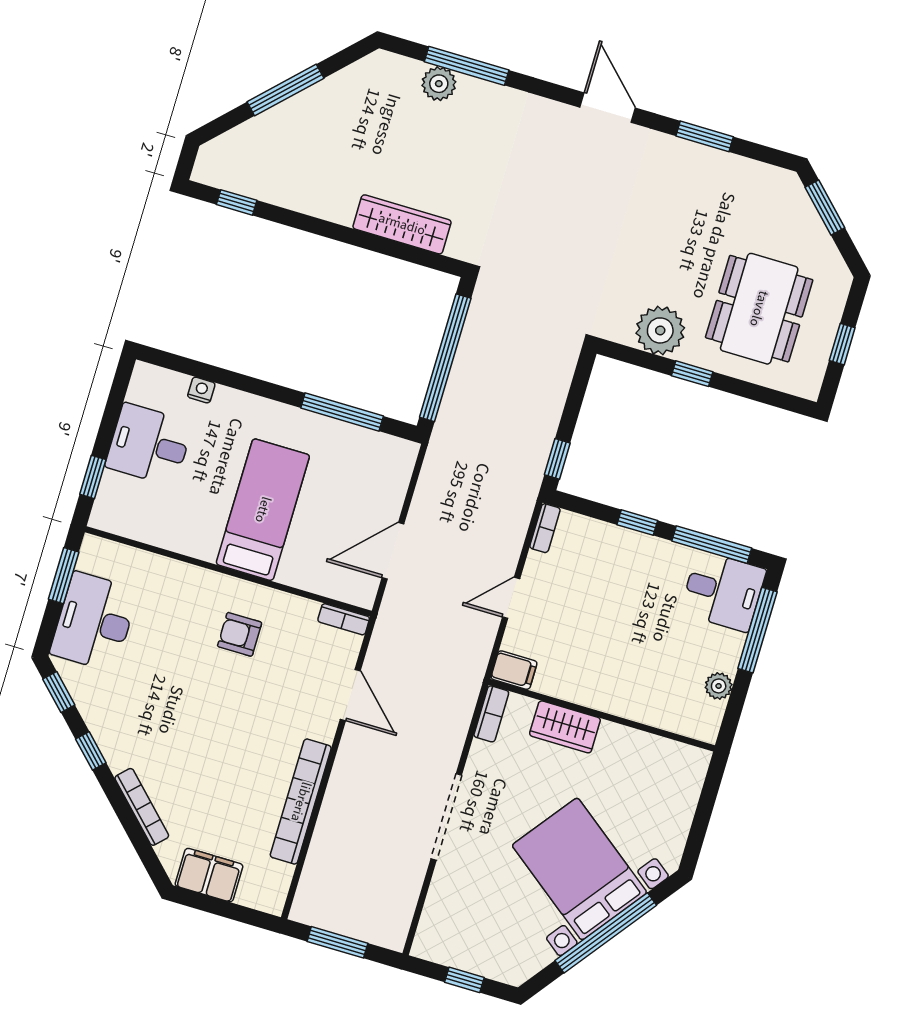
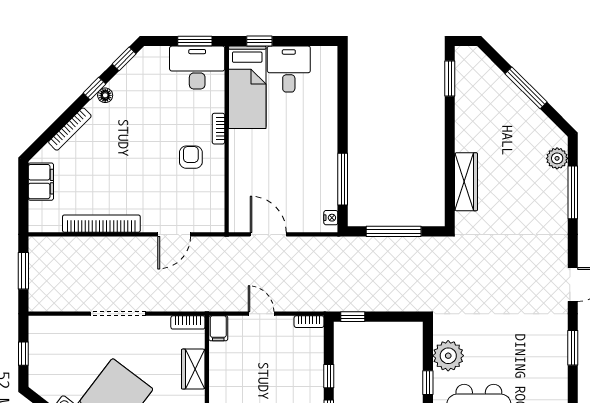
plant: (439, 84) -> (557, 158), moved
window: (237, 202) -> (450, 79), width x1.50
window: (445, 358) -> (394, 231), width x0.68
nightstand: (201, 390) -> (331, 218), moved
bed: (263, 510) -> (247, 87), moved, turned 90
bookcase: (344, 619) -> (218, 129), moved
desk: (94, 622) -> (197, 68), moved
floor lamp: (106, 738) -> (105, 95), added

